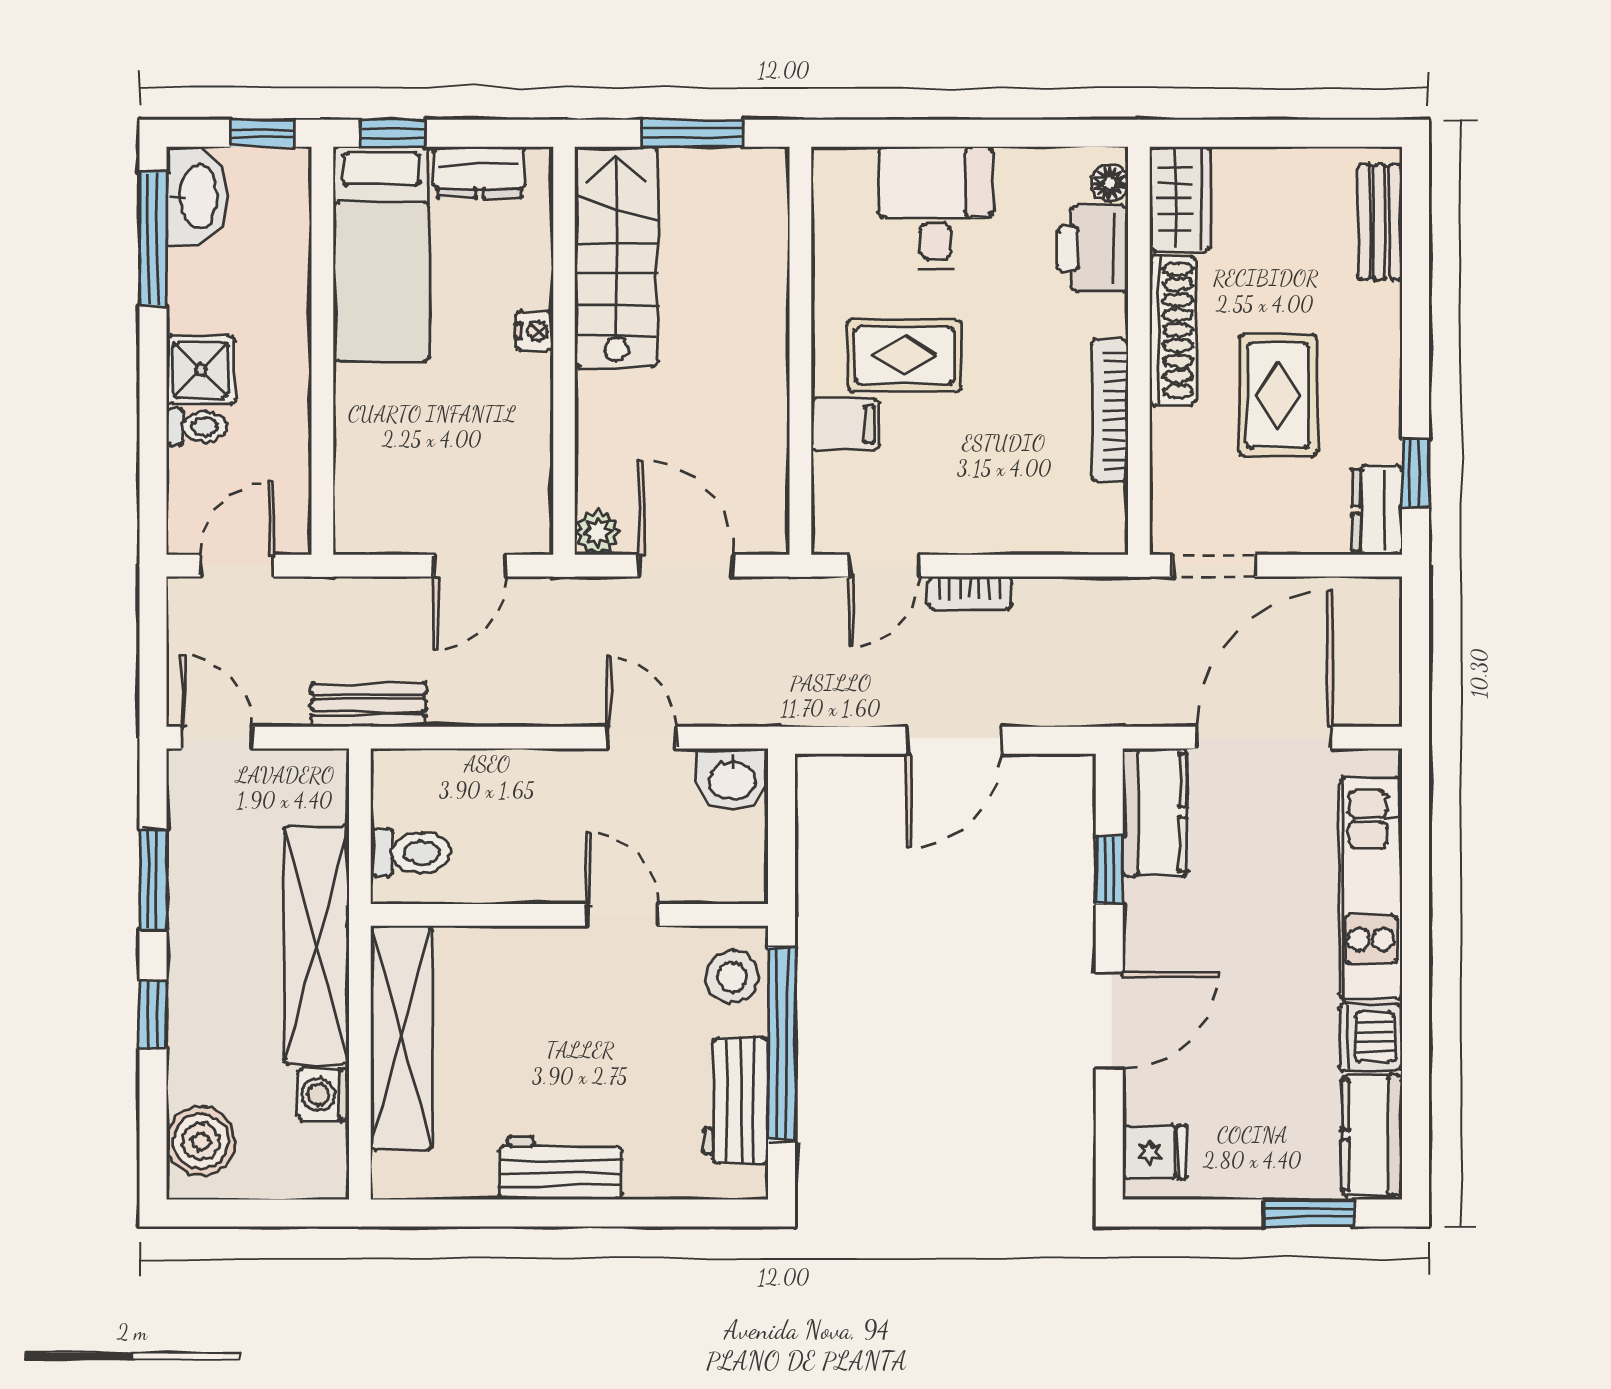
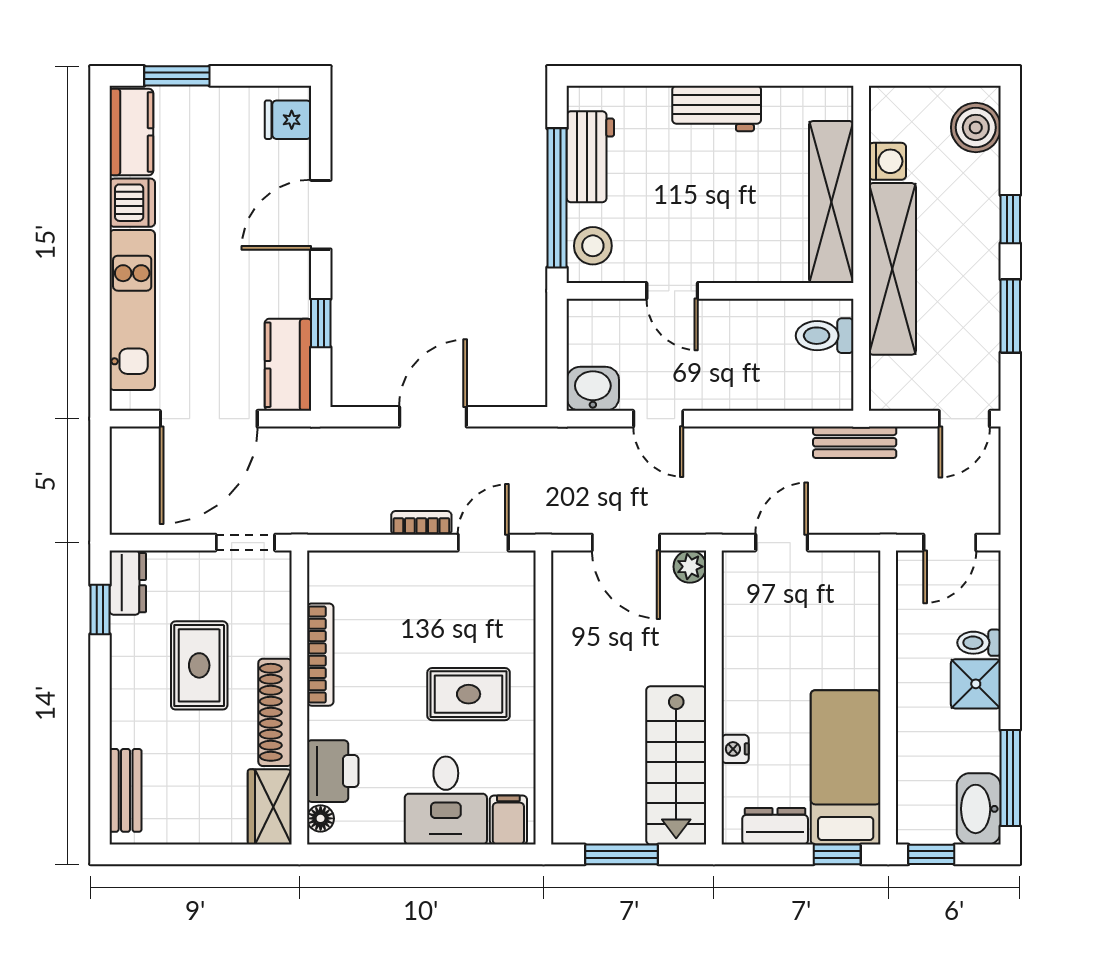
nightstand: (535, 331) -> (735, 749), moved
filing cabinet: (845, 424) -> (508, 820), moved, turned 90
door: (217, 738) -> (964, 419), hinge flipped

